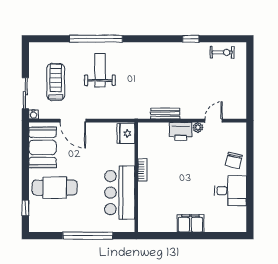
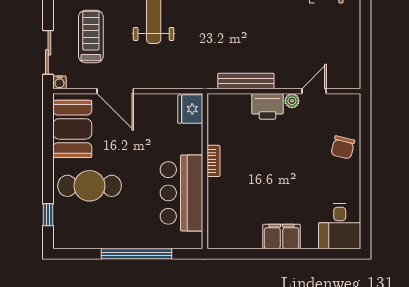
bench: (165, 113) -> (246, 81), width x1.36
desk: (230, 191) -> (340, 226), moved, turned 90

